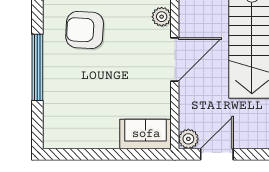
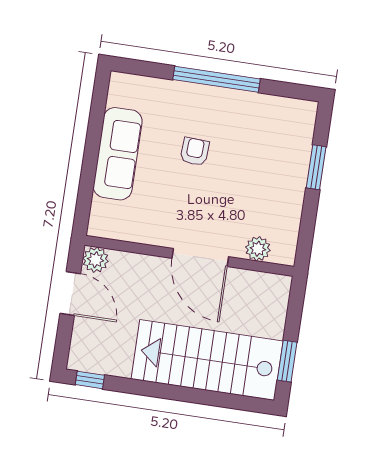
armchair: (85, 30) -> (195, 152), moved, width x0.53, depth x0.53
sofa: (146, 134) -> (118, 154), moved, width x1.36

